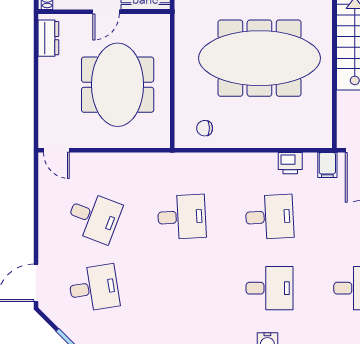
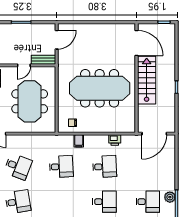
filing cabinet: (327, 165) -> (79, 141), moved

